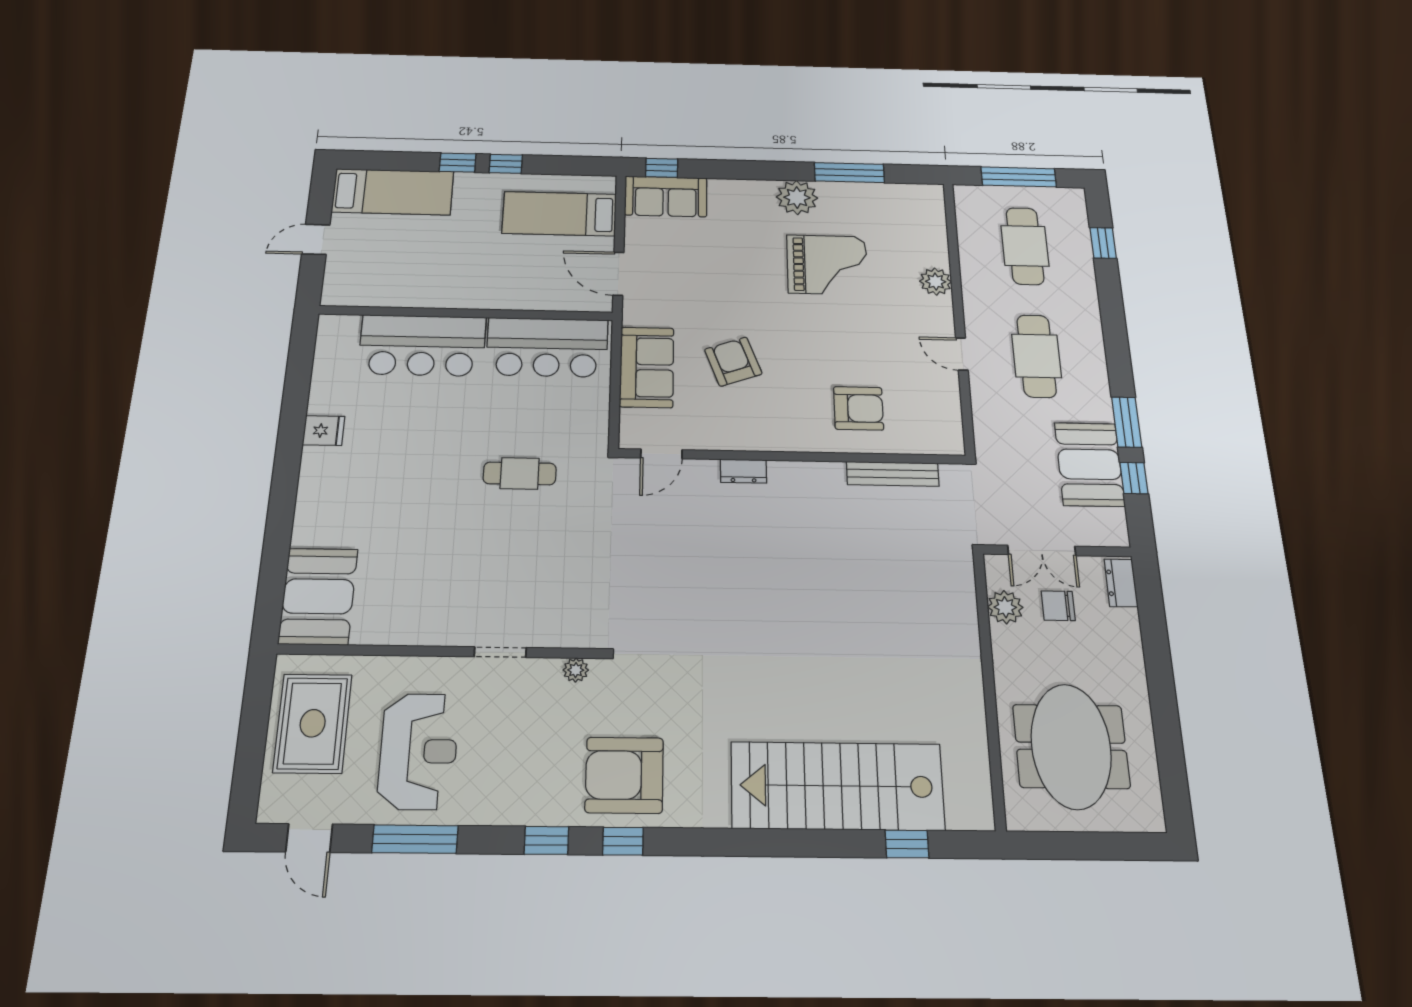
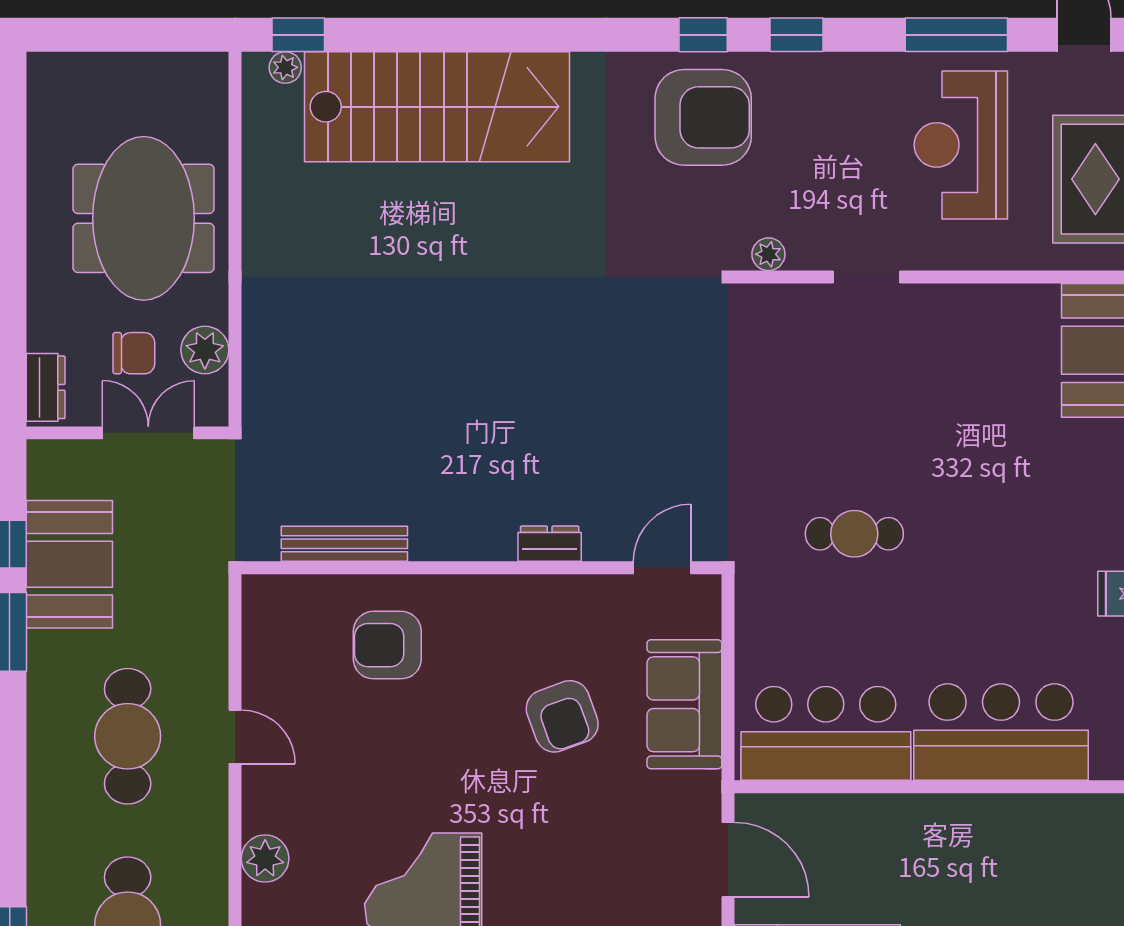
meeting table: (1071, 746) -> (144, 218), moved
plant: (960, 818) -> (285, 67), added
window: (907, 844) -> (298, 35), moved

